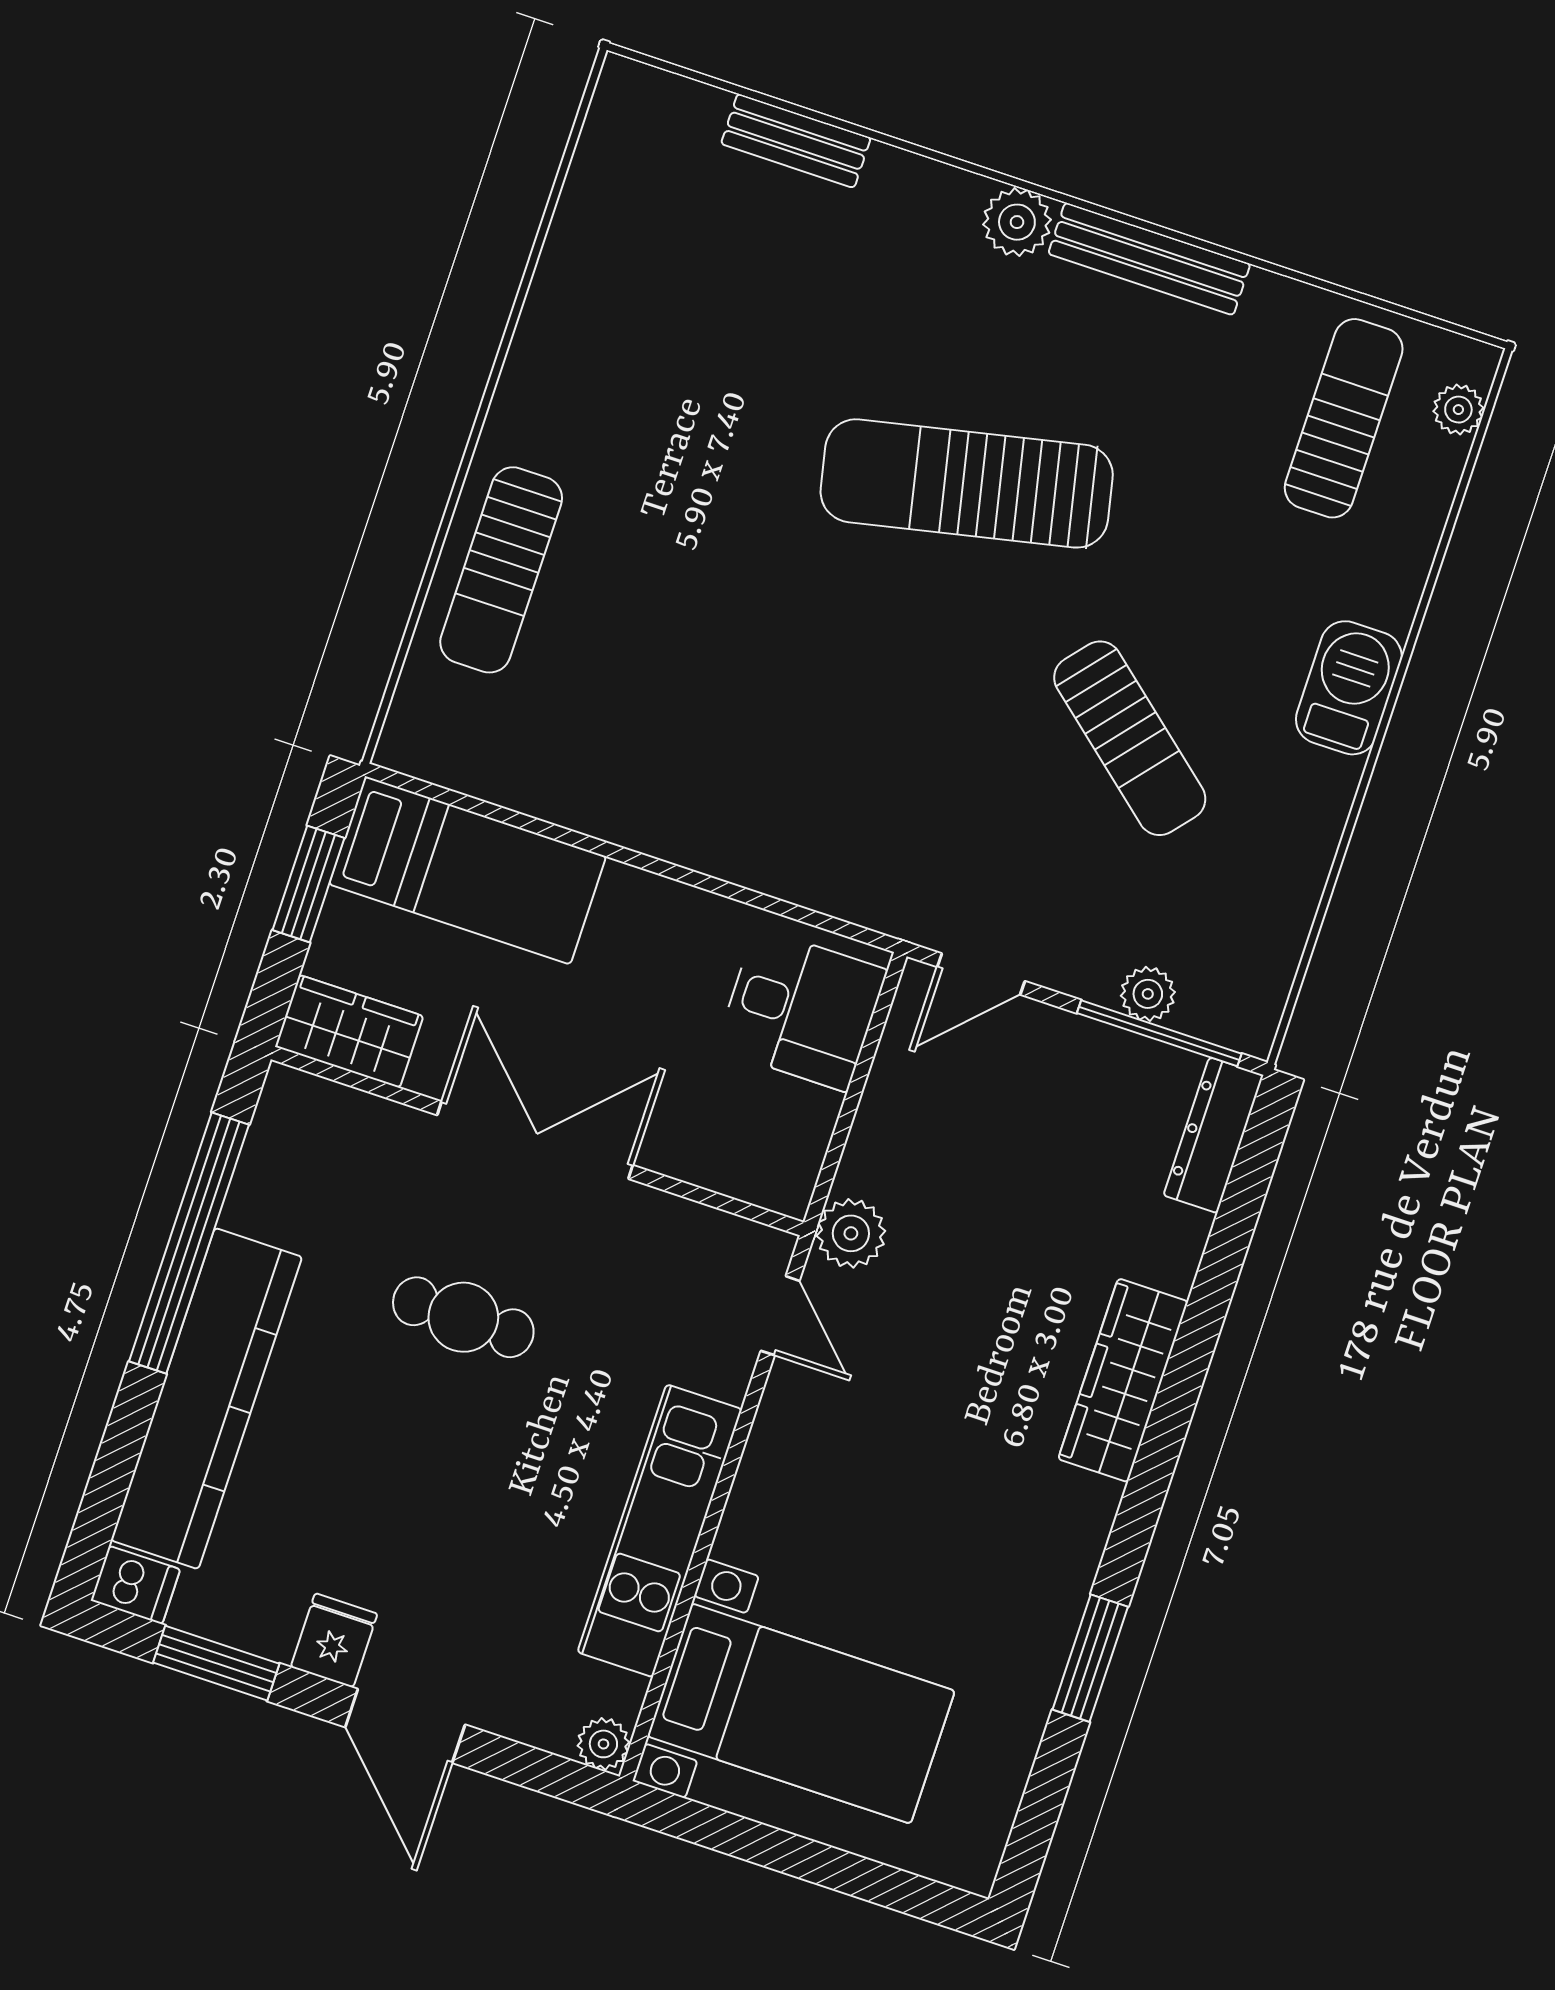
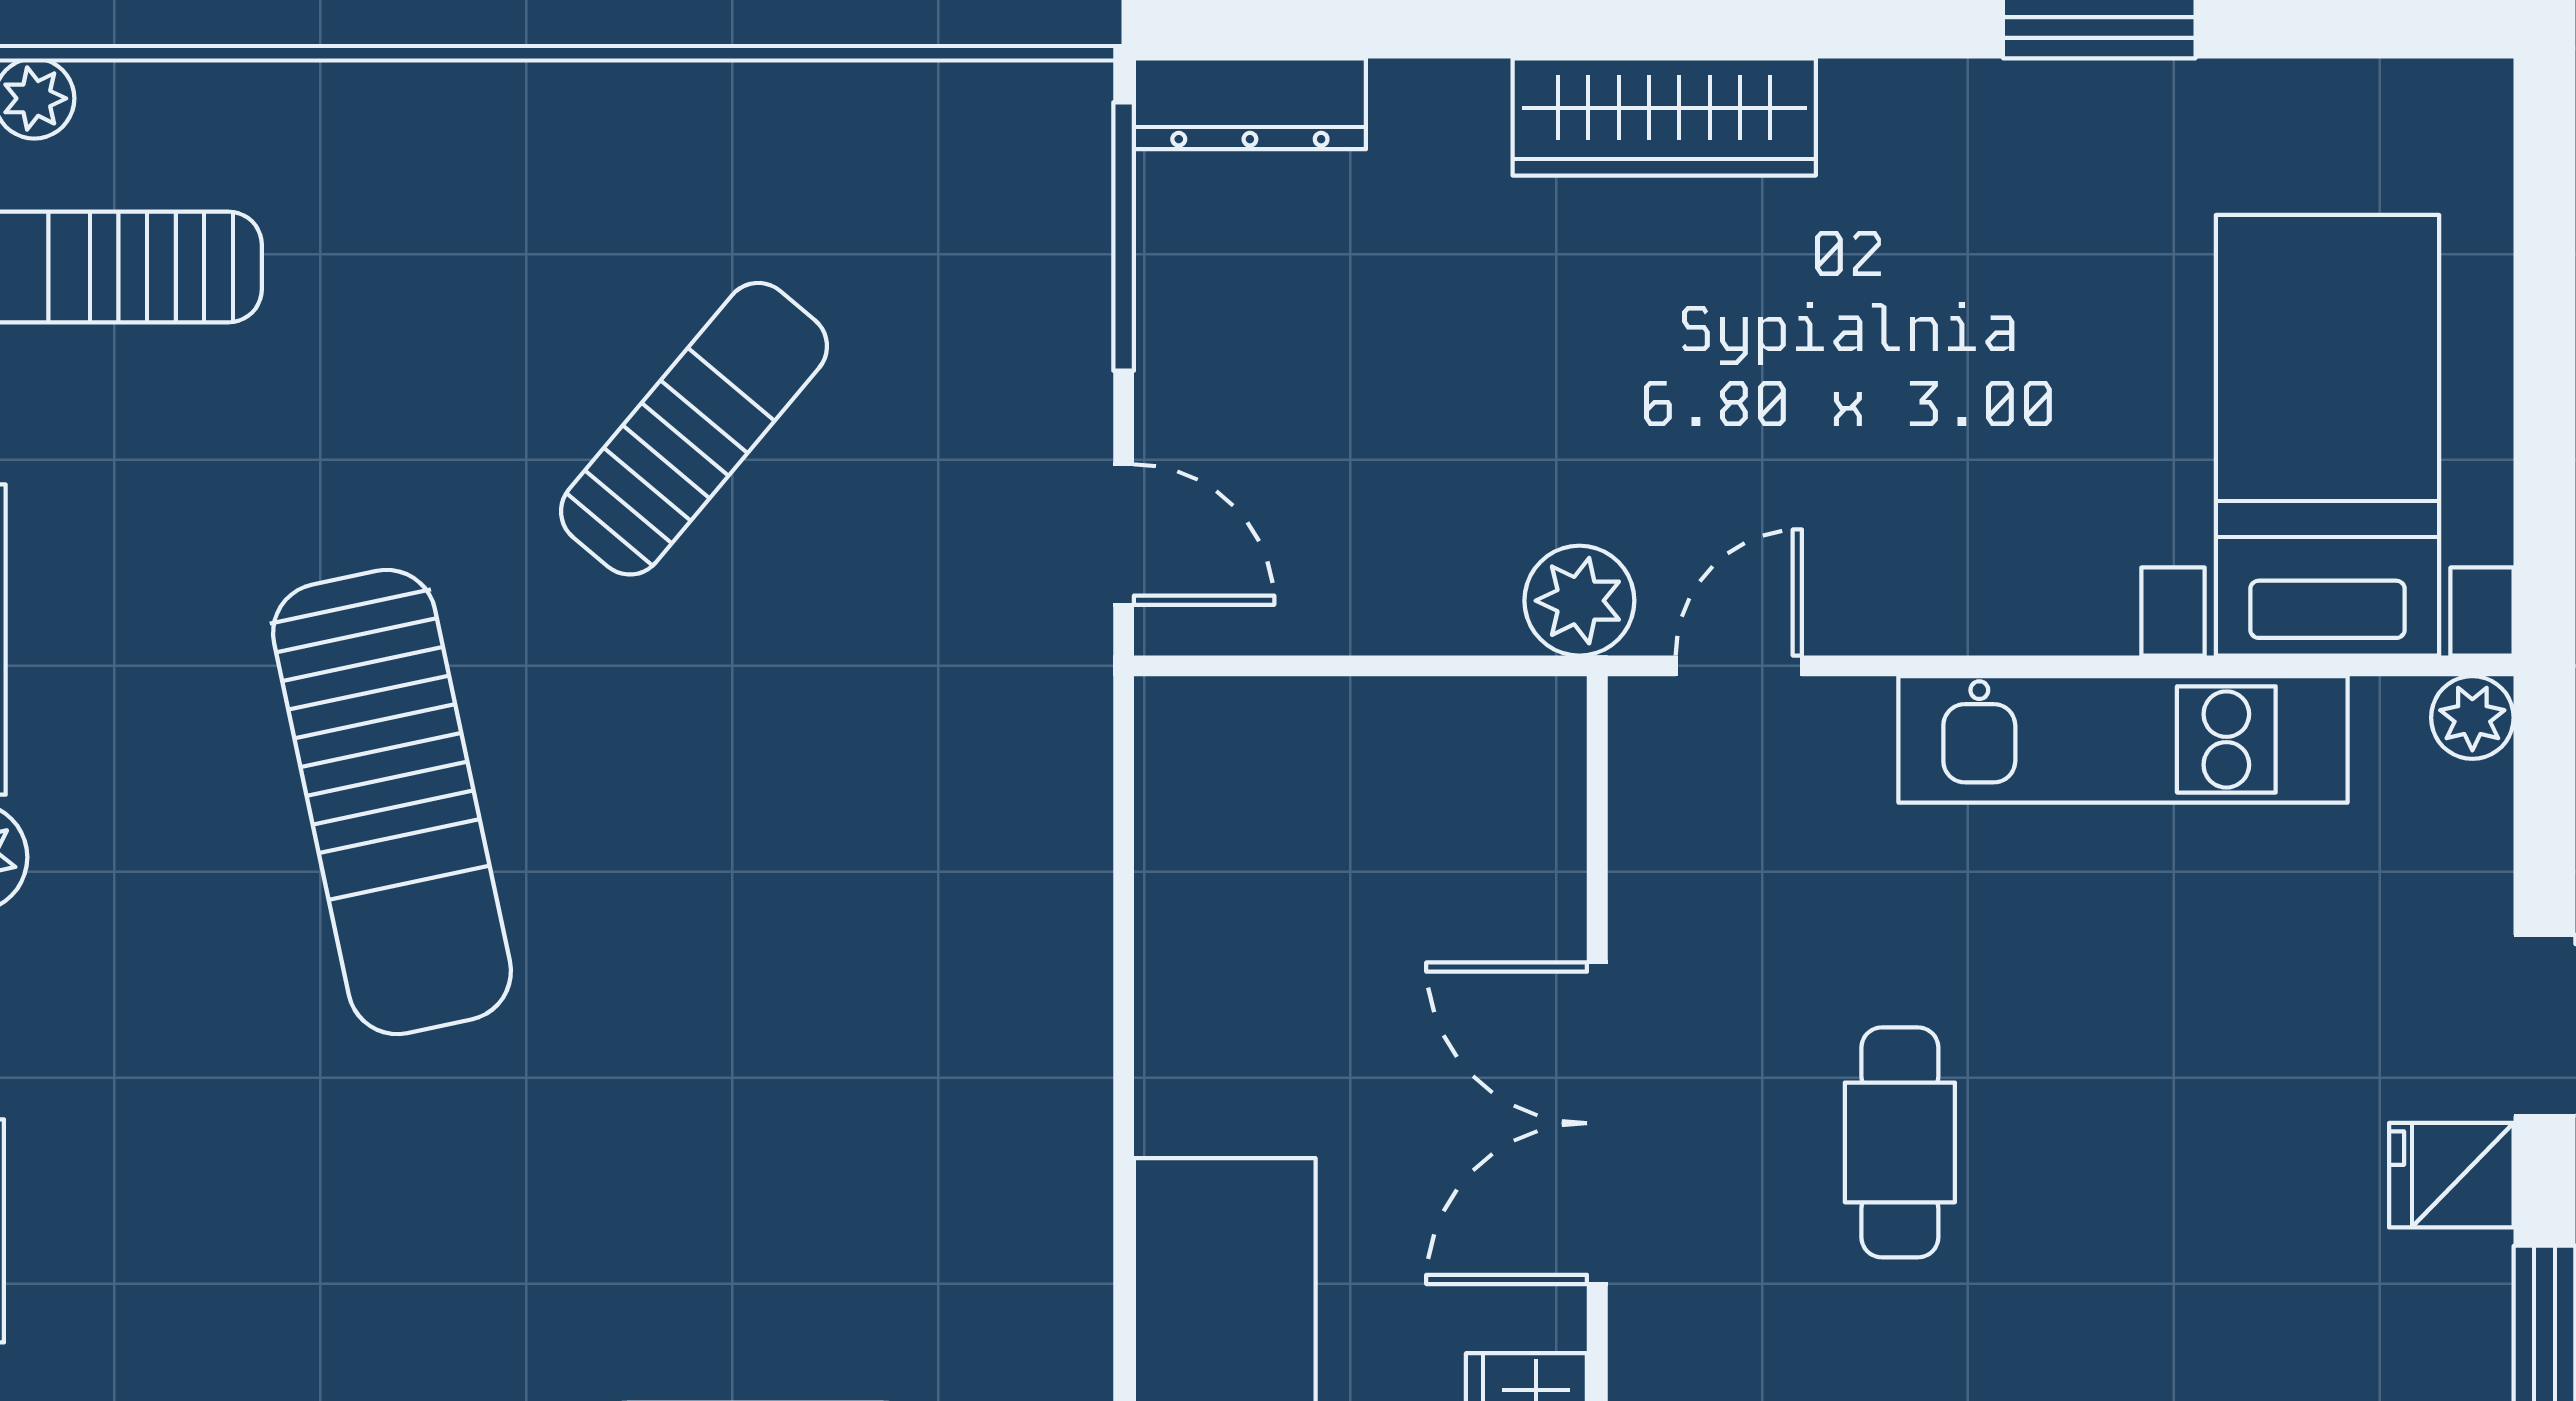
barbecue: (1349, 688) -> (508, 124), removed
plant: (1148, 994) -> (1070, 273), removed
desk: (801, 1009) -> (1267, 787), removed

